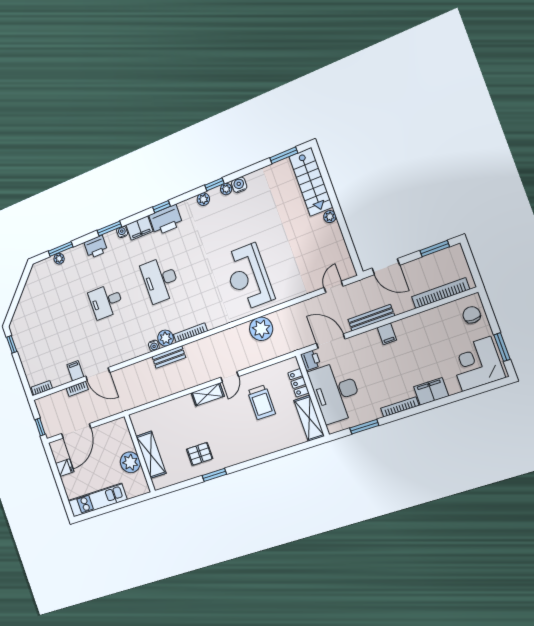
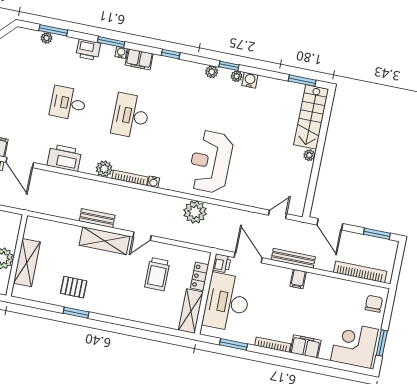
printer: (166, 220) -> (64, 158), moved, turned 180
water cooler: (154, 346) -> (154, 182), moved
bench: (169, 357) -> (97, 218), moved
shelving: (208, 395) -> (105, 241), width x1.50, depth x1.33

